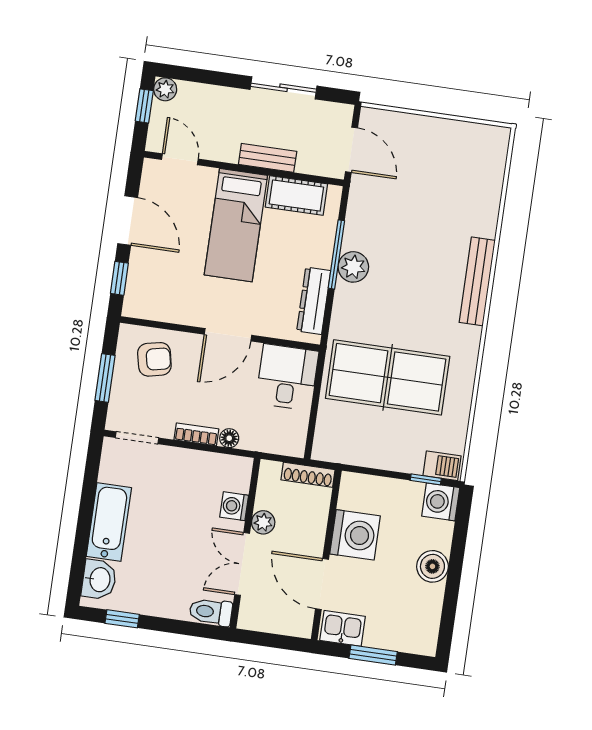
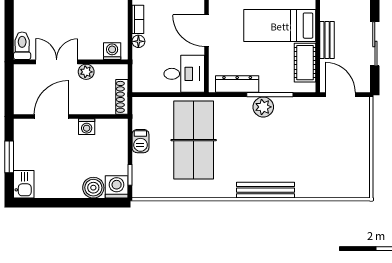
door: (351, 150) -> (340, 95), swing flipped
barbecue: (442, 466) -> (140, 141), moved
washing machine: (234, 506) -> (112, 51), moved
washing machine: (355, 535) -> (87, 127), width x0.53, depth x0.53
boiler: (432, 566) -> (93, 188), moved
kitchen sink: (343, 628) -> (24, 184), moved

